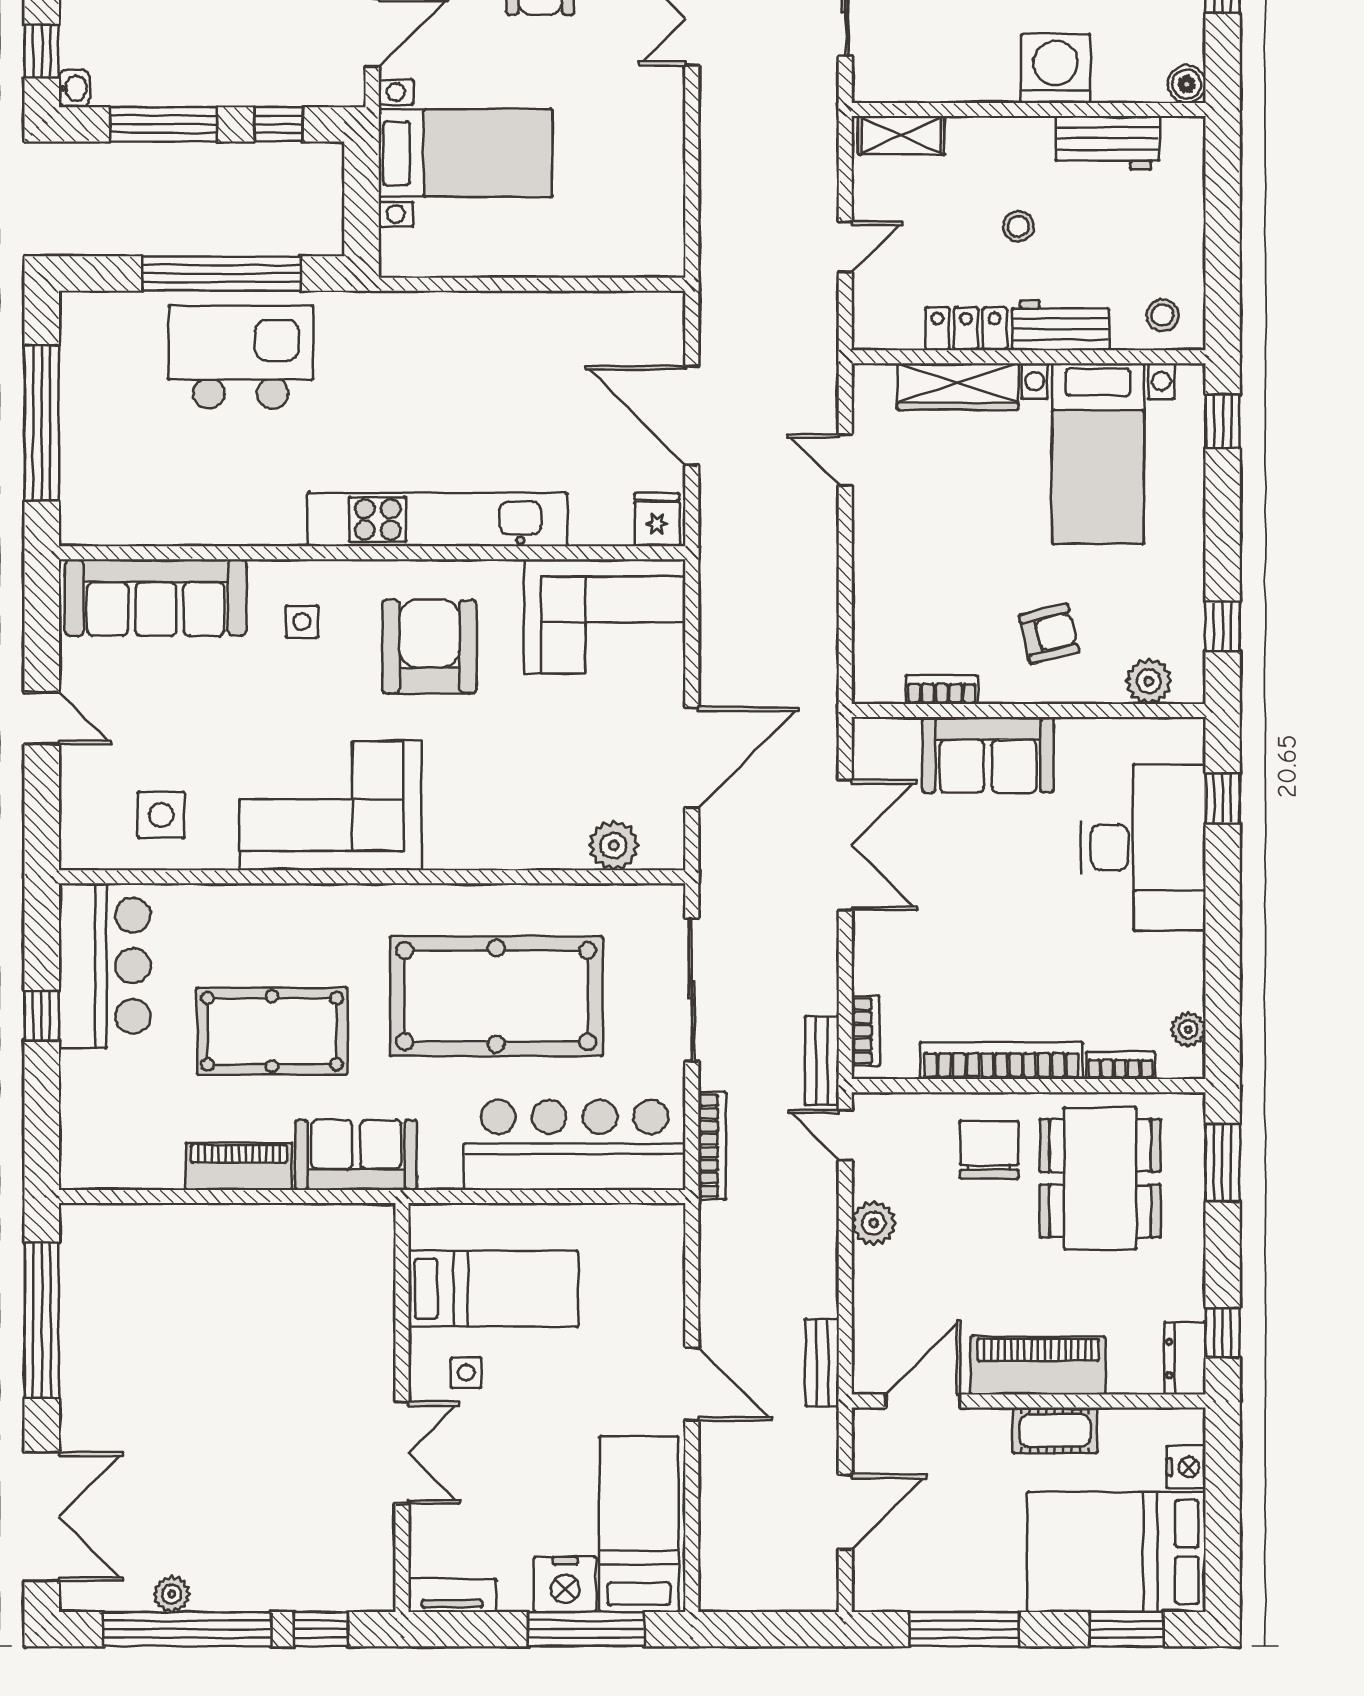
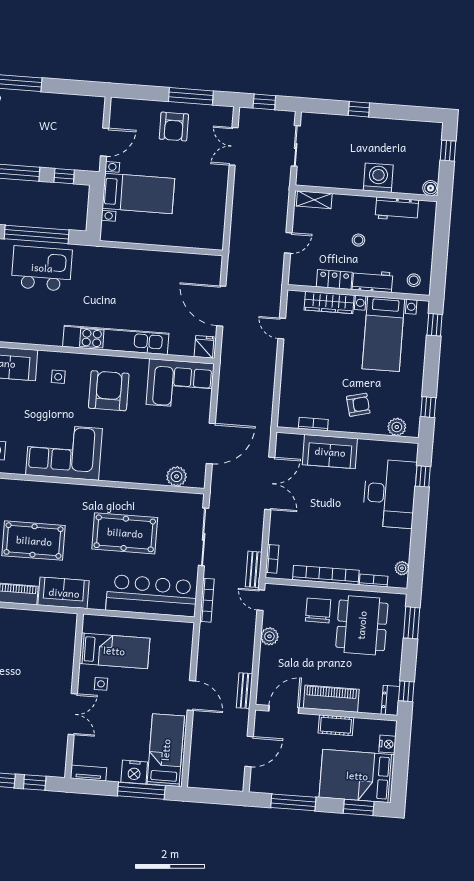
pool table: (496, 996) -> (125, 533), width x0.73, depth x0.76

